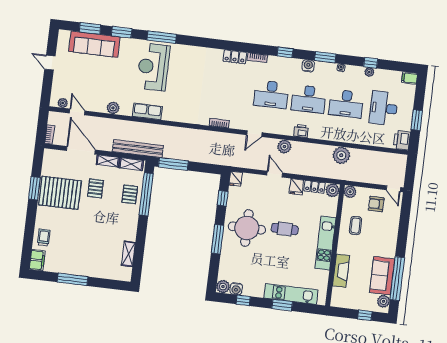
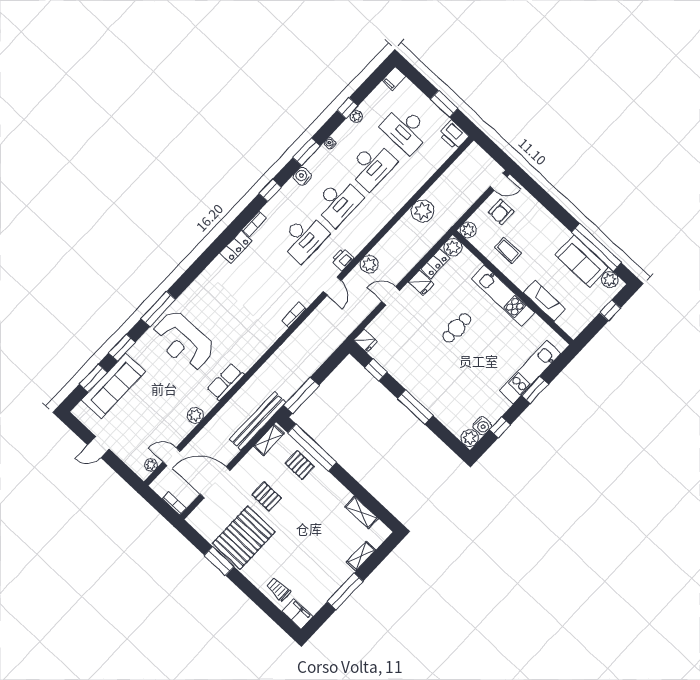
printer: (301, 131) -> (342, 259), moved
shelving: (108, 161) -> (361, 556), moved
round table: (247, 228) -> (426, 367), removed

